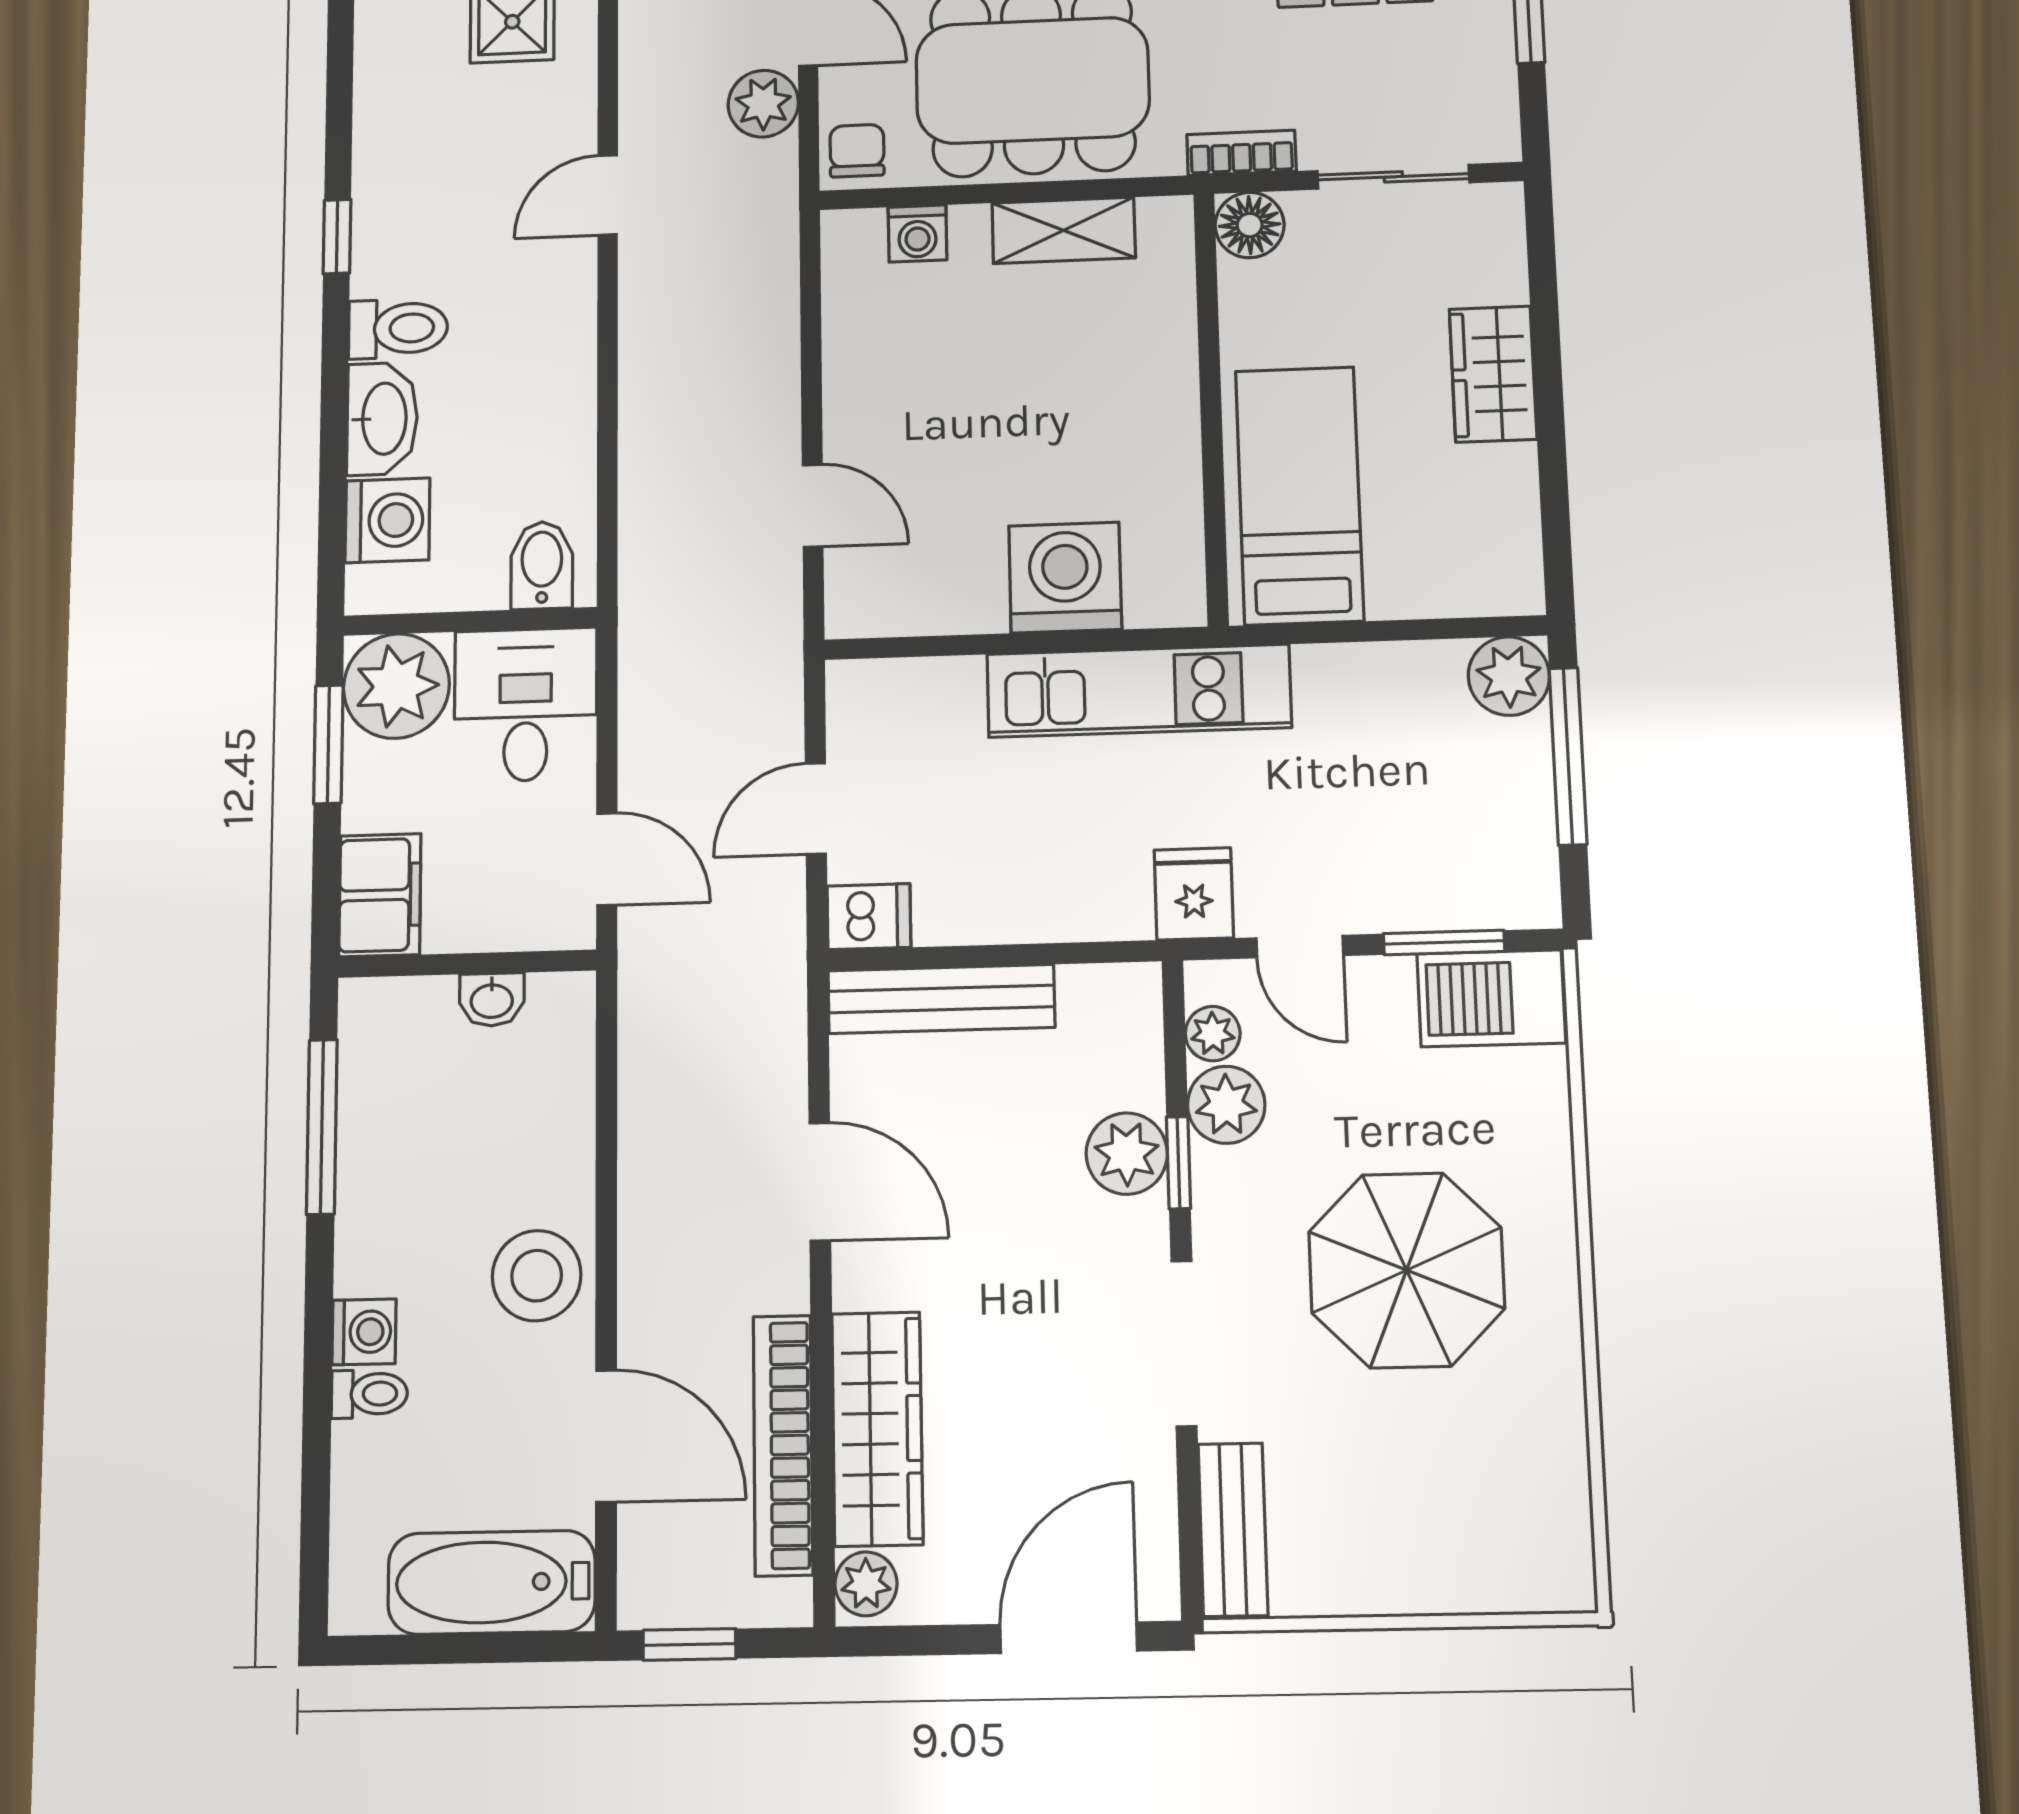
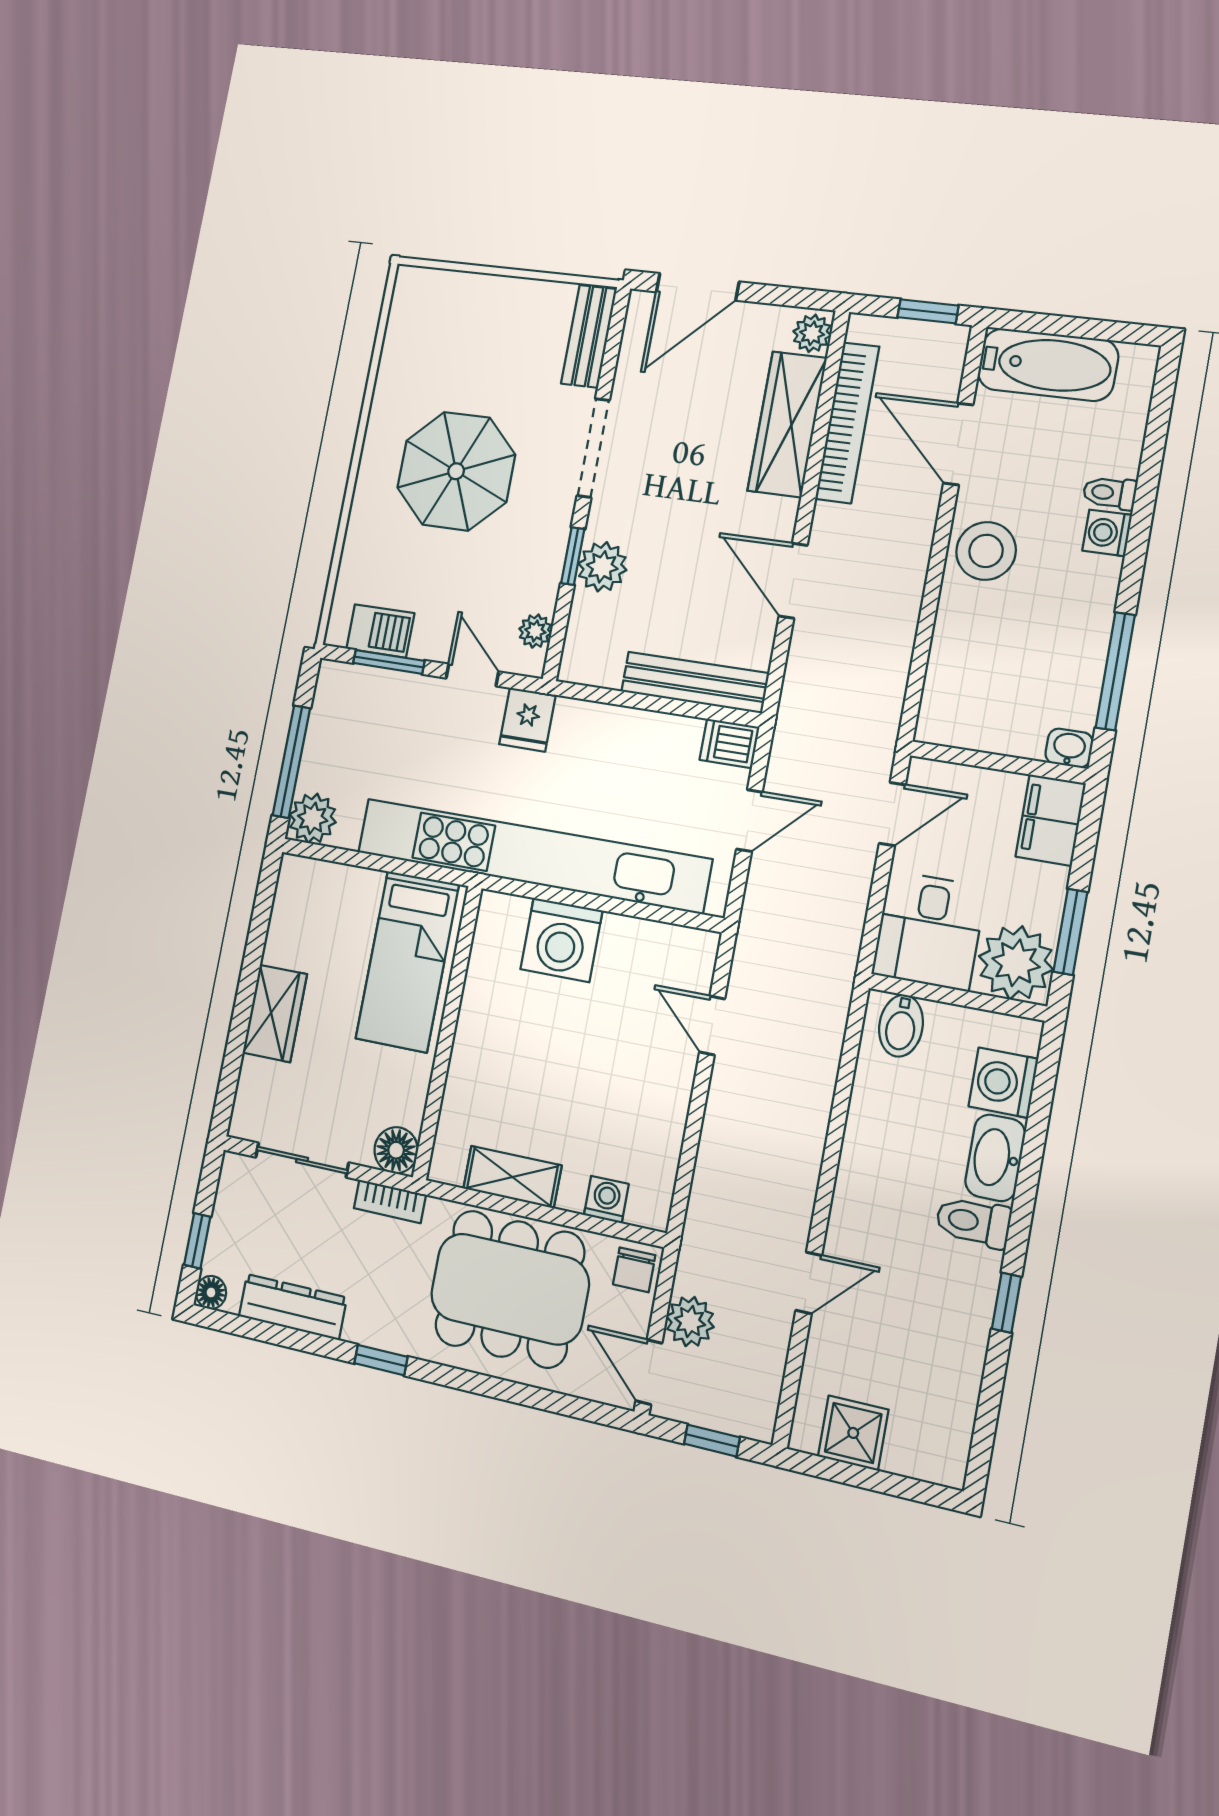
kitchen unit: (1139, 691) -> (532, 856), width x1.86
door: (607, 859) -> (892, 814), swing flipped
barbecue: (1491, 998) -> (380, 631), width x0.73, depth x0.79
washbasin: (492, 1000) -> (1069, 748), moved
plant: (1226, 1105) -> (537, 586), removed

